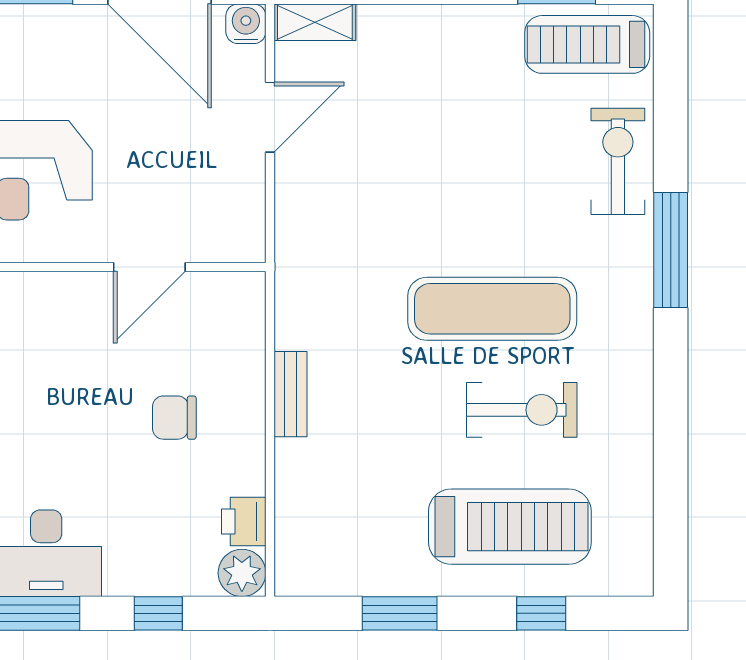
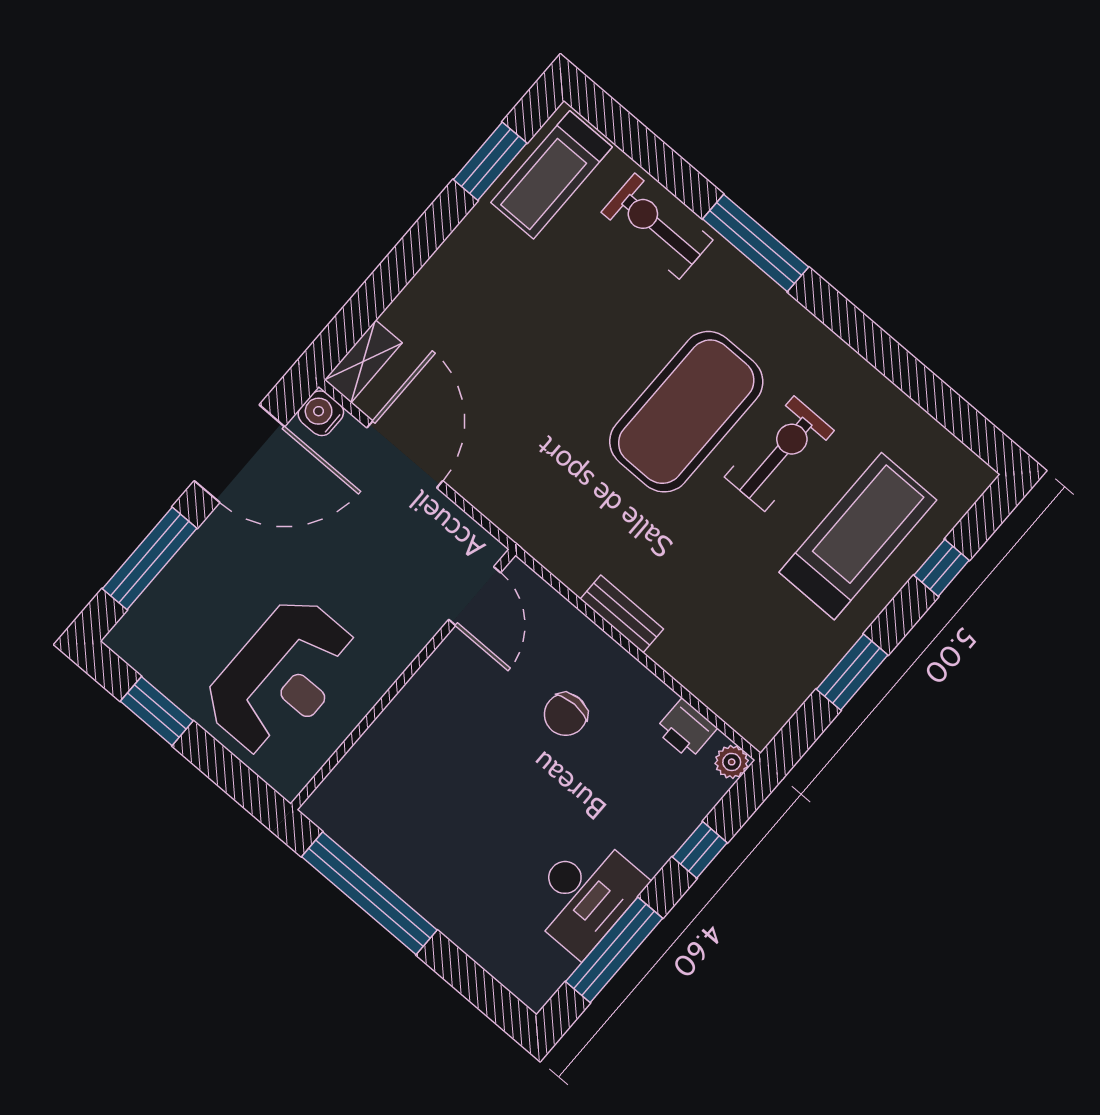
door: (270, 117) -> (405, 454), width x1.36
door: (149, 267) -> (475, 596), moved
exercise mat: (492, 309) -> (686, 412), width x1.47
plant: (242, 573) -> (732, 762), width x0.73, depth x0.73

